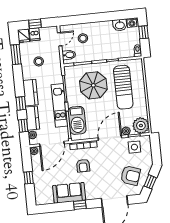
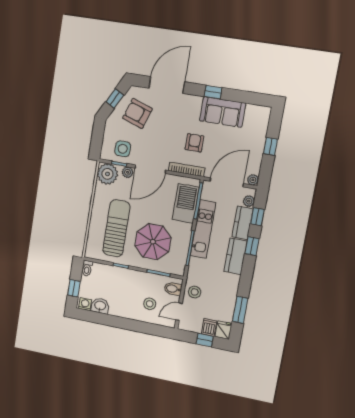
stool: (39, 61) -> (195, 292), moved

